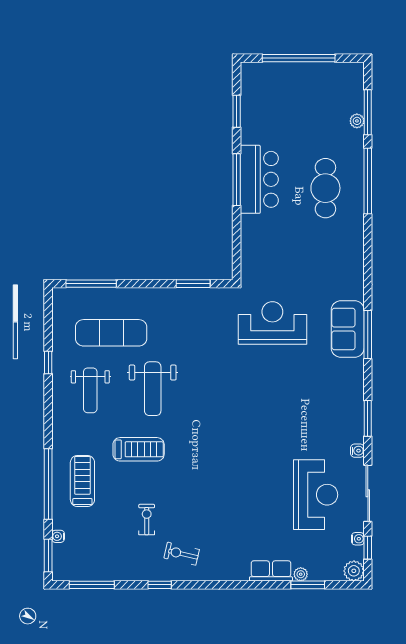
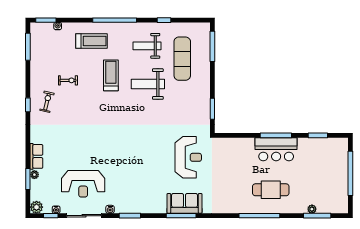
window: (368, 181) -> (259, 216), moved
treadmill: (139, 449) -> (111, 75), turned 180
window: (48, 484) -> (115, 20), moved
window: (160, 585) -> (28, 105), moved

